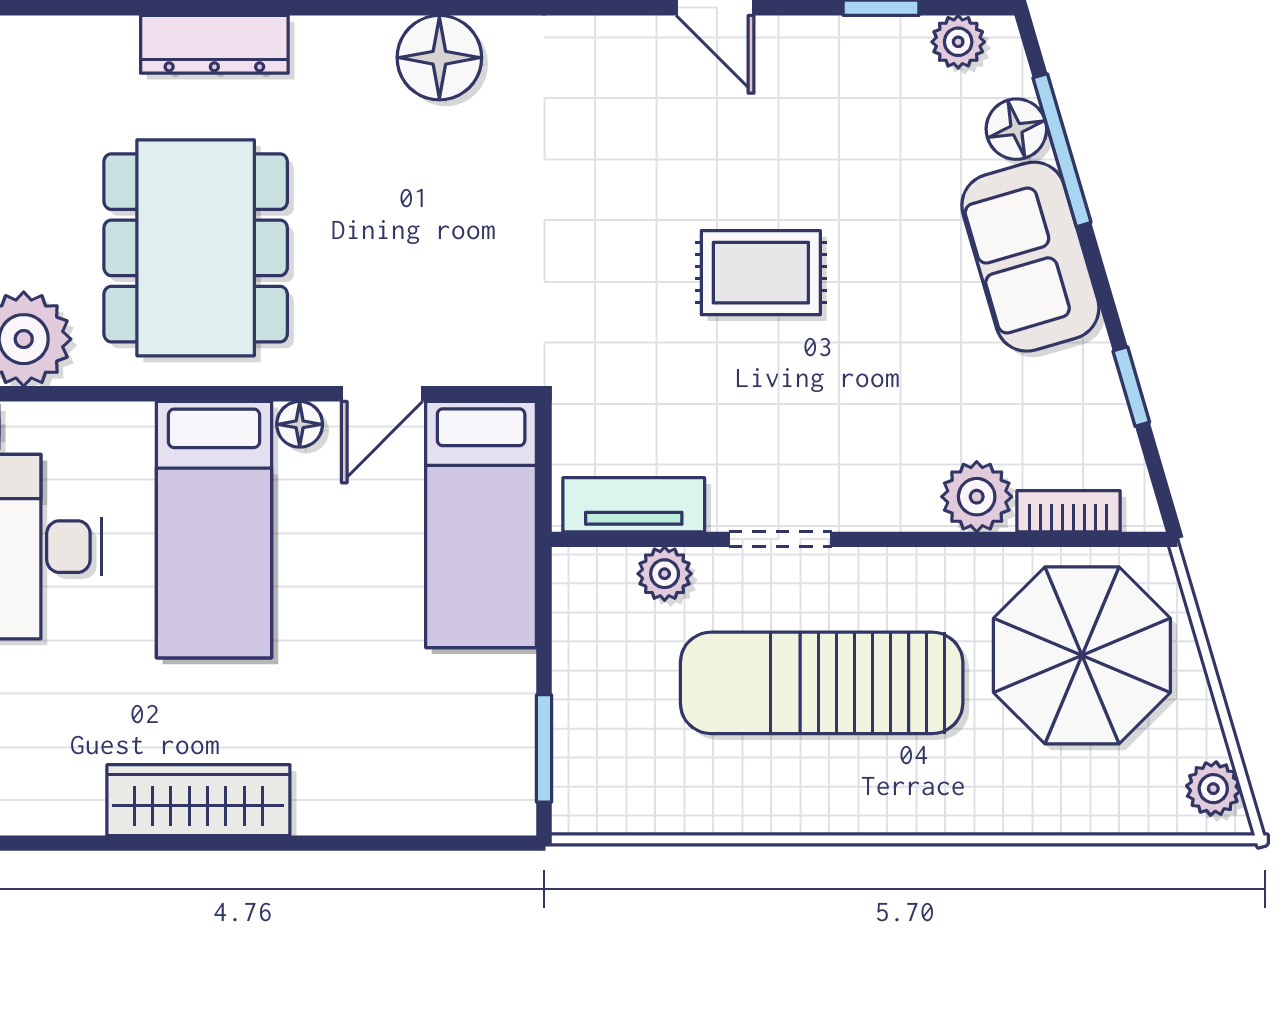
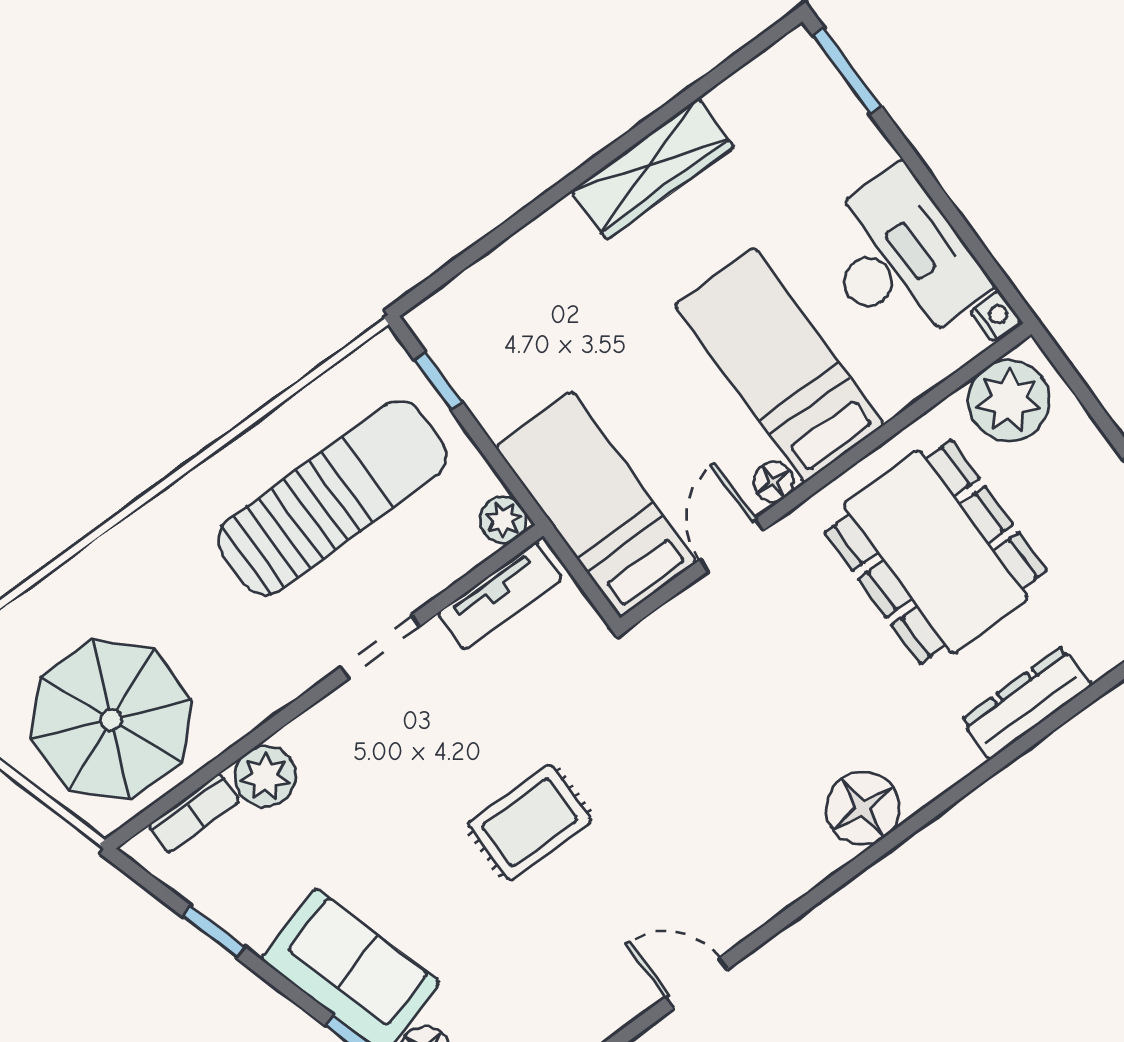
plant: (665, 574) -> (503, 520), moved
sun lounger: (822, 683) -> (332, 498), moved
window: (544, 748) -> (438, 381), width x0.67

